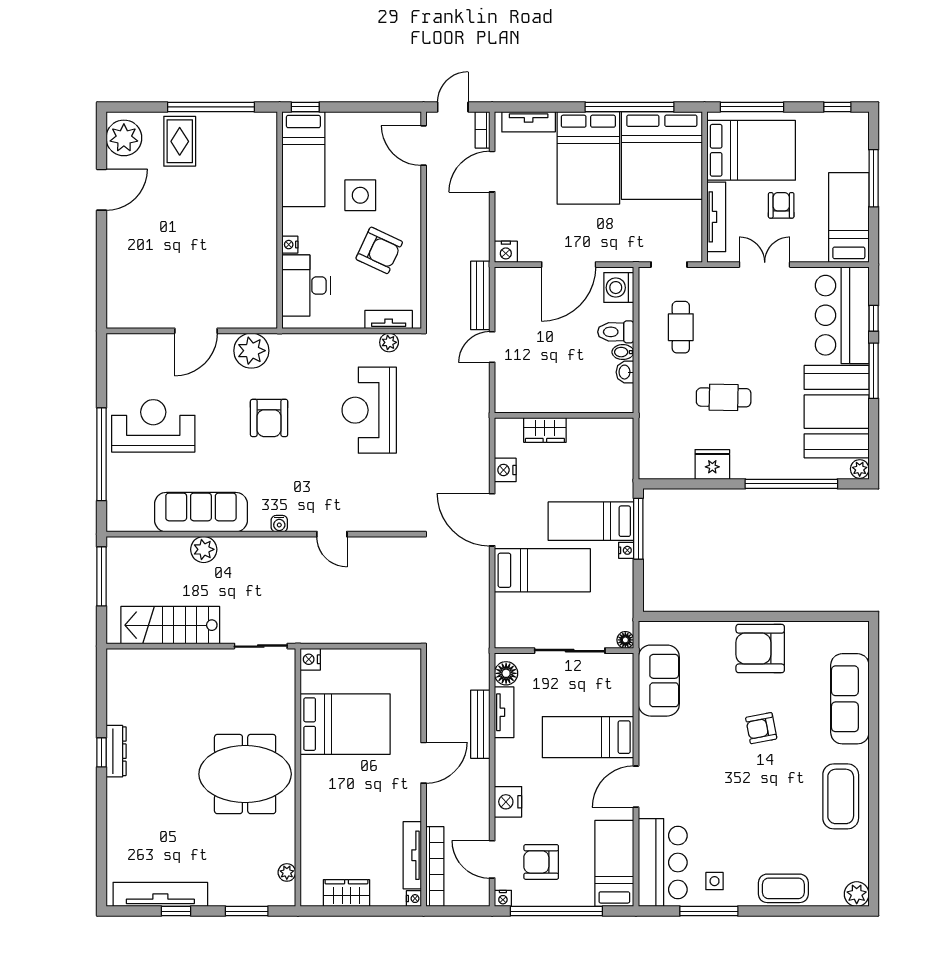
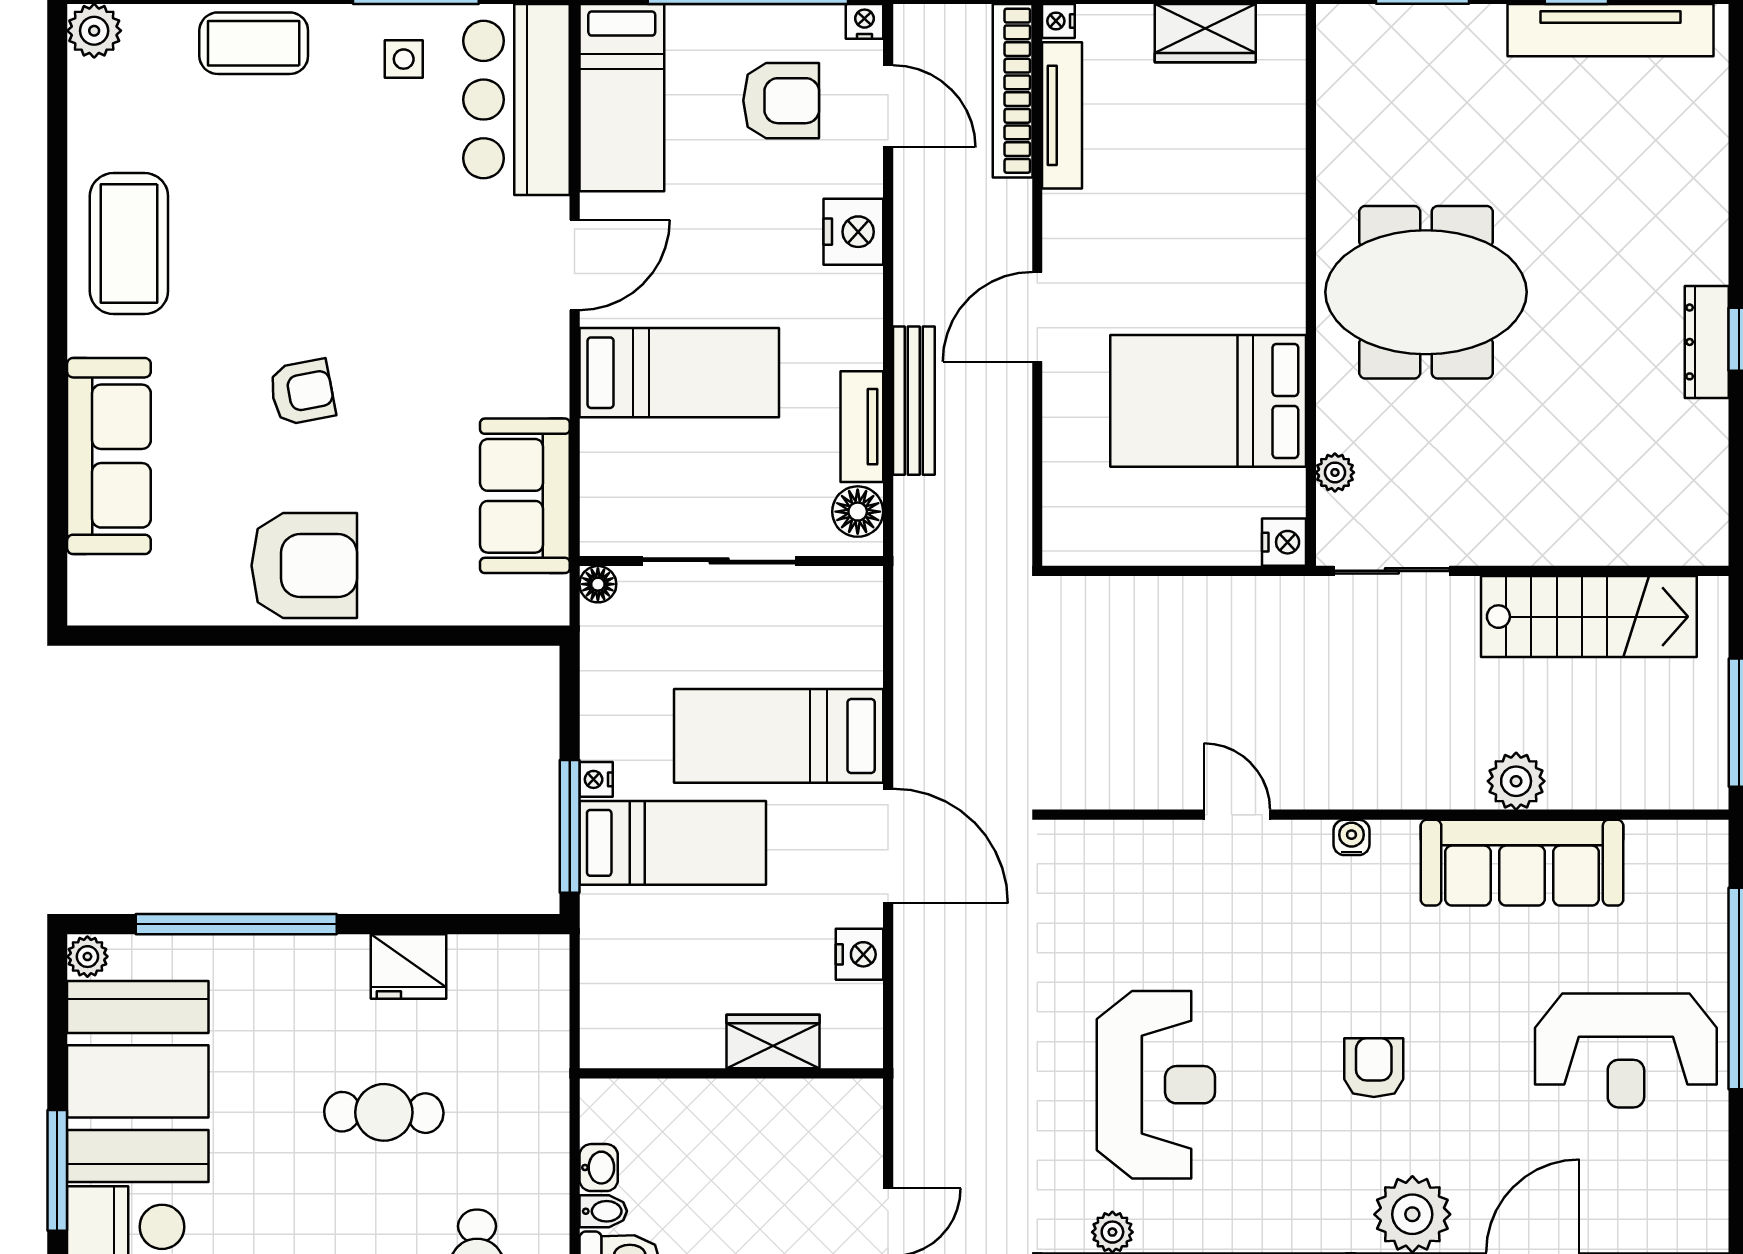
armchair: (269, 418) -> (1374, 1068), width x0.72, depth x0.72
plant: (287, 872) -> (1335, 472), moved

